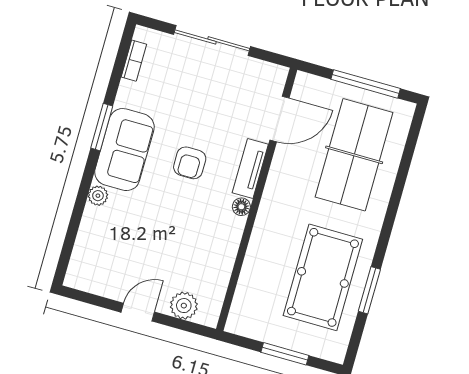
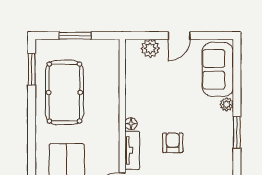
window: (102, 127) -> (237, 132), moved
sofa: (124, 150) -> (218, 69), moved
window: (369, 290) -> (32, 69), moved

